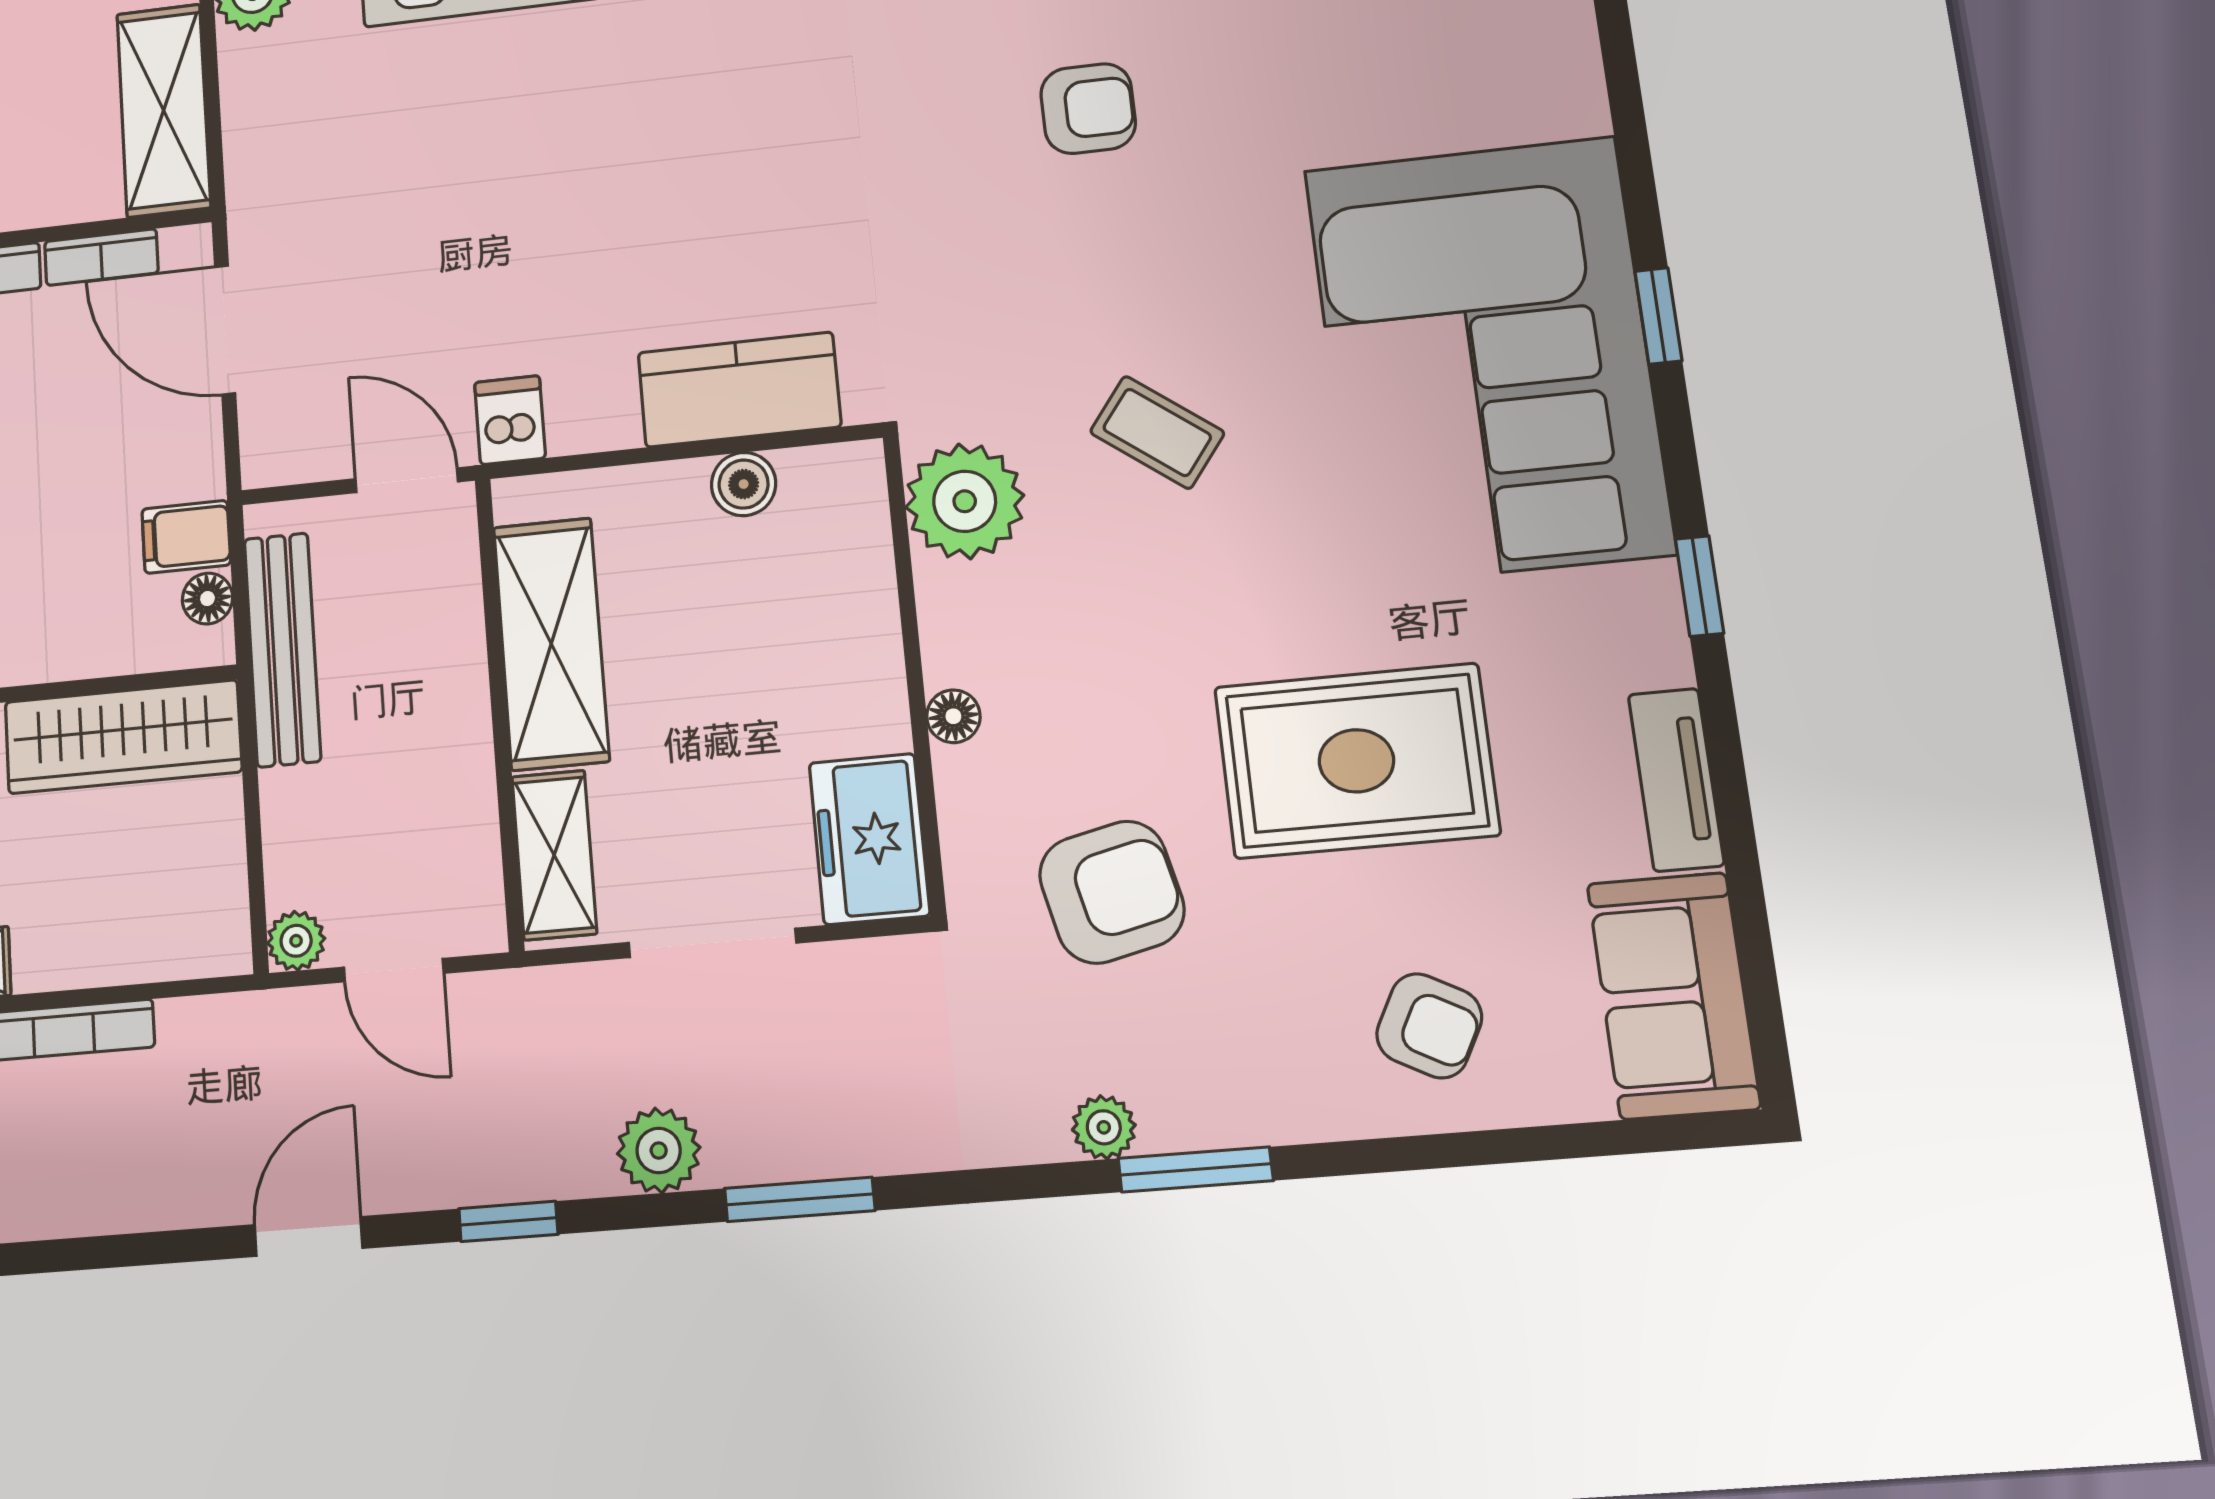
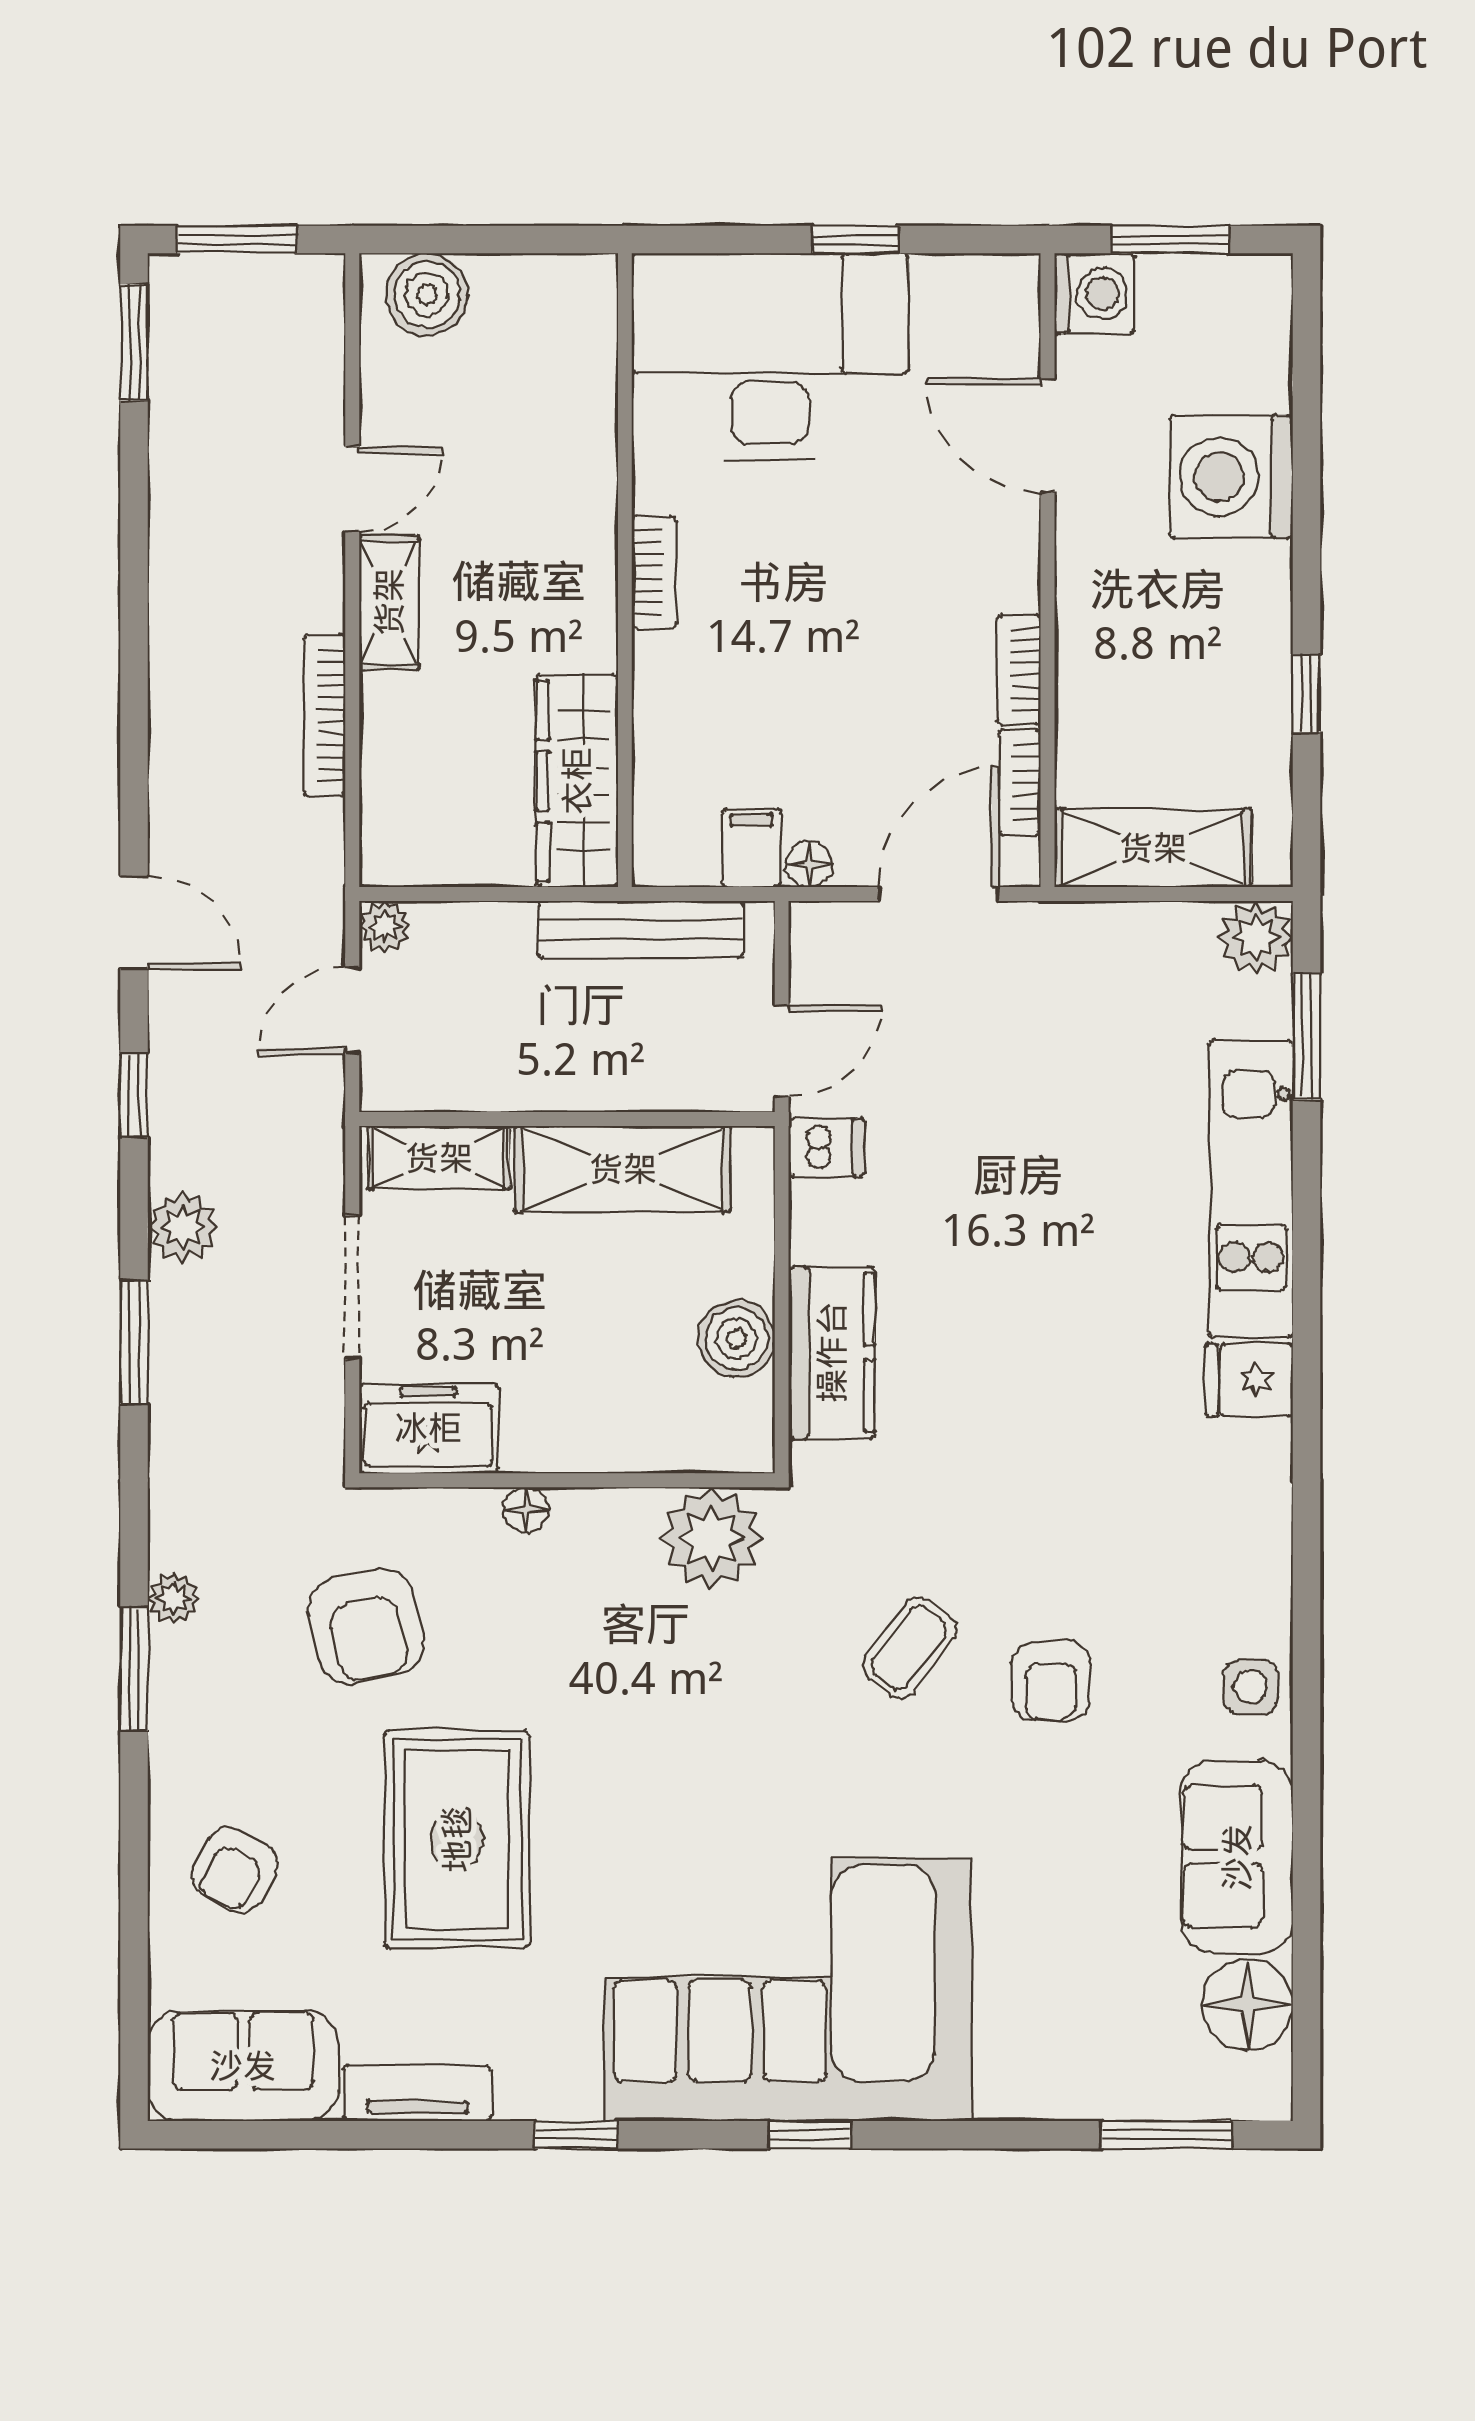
coffee table: (1157, 432) -> (909, 1648), moved
boiler: (744, 484) -> (736, 1339), width x1.36, depth x1.36
floor lamp: (207, 599) -> (809, 864), moved

